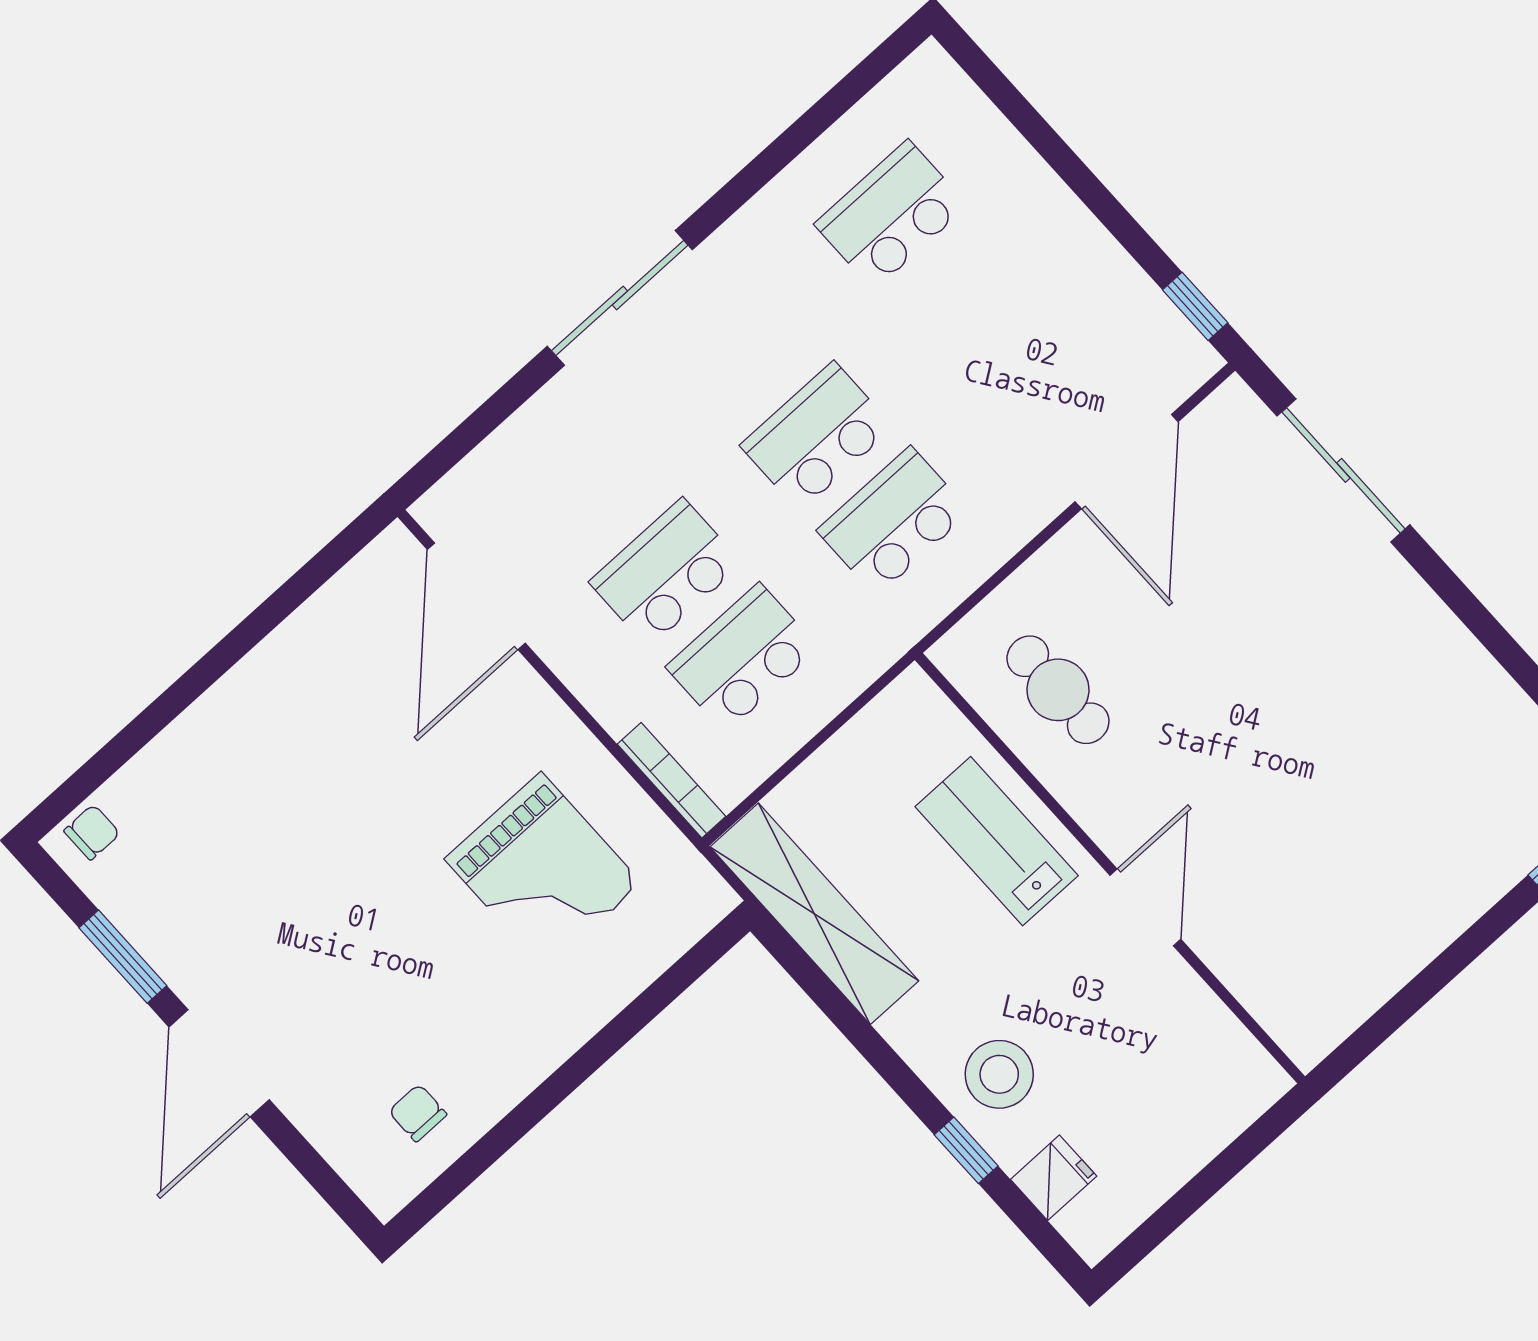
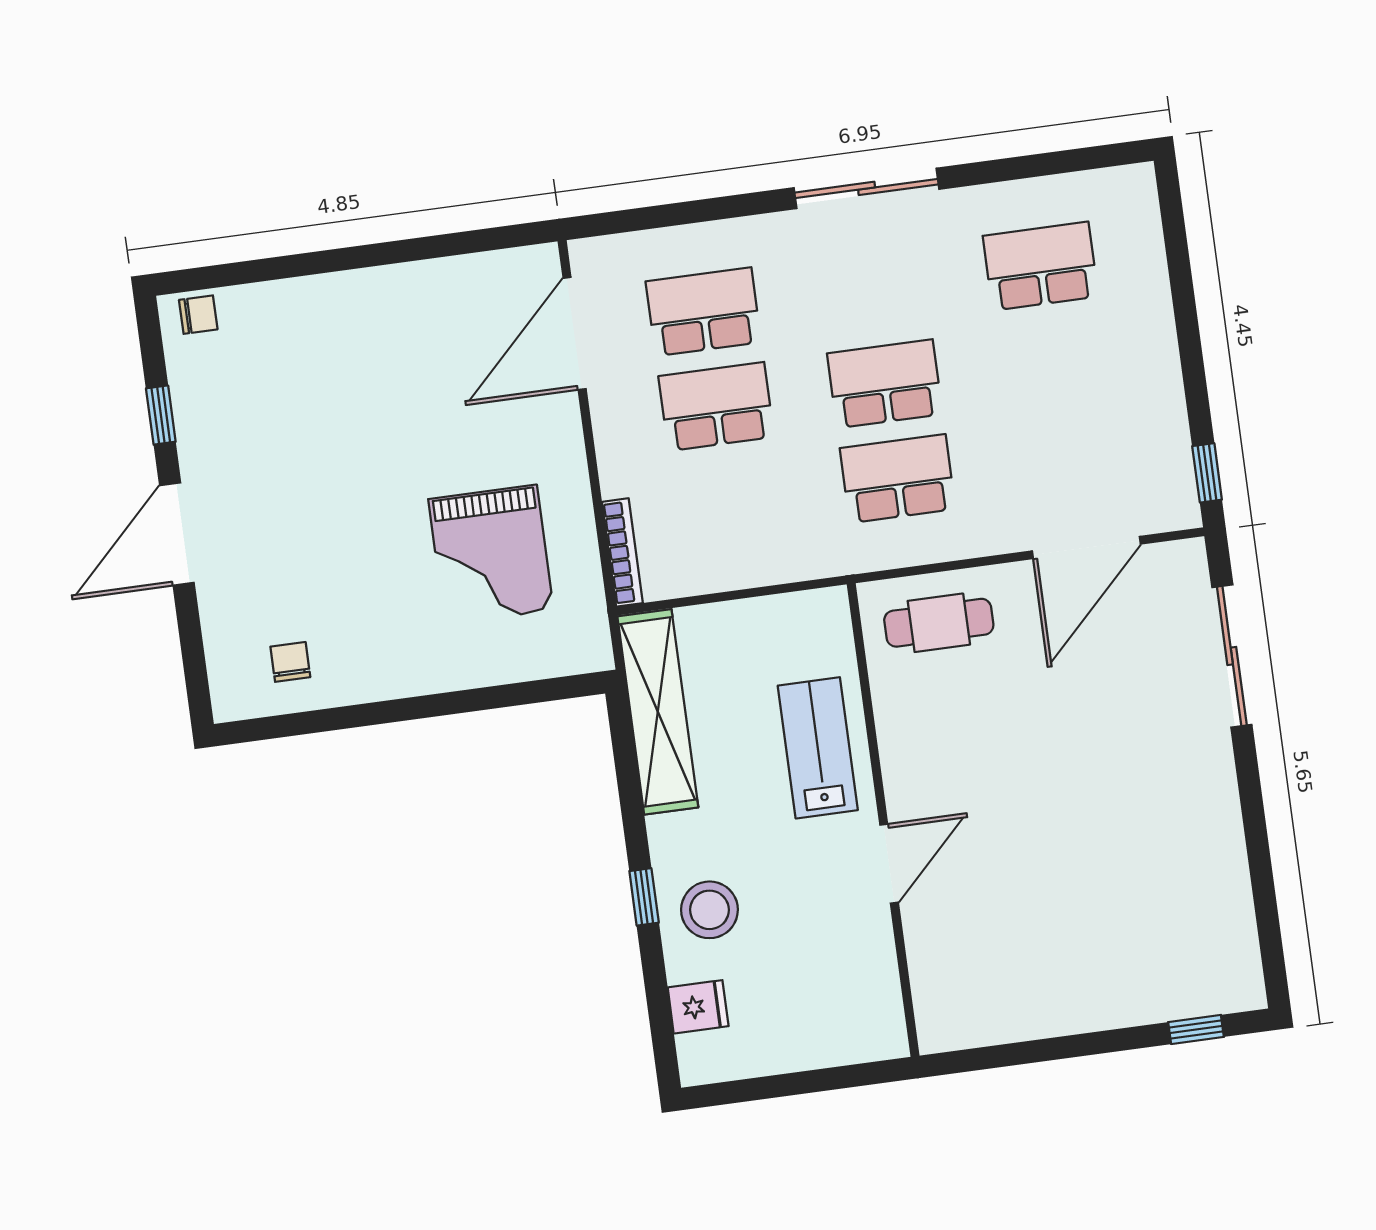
sliding door: (620, 298) -> (867, 188), moved
school desk: (742, 658) -> (703, 312), moved
cafe table: (1058, 690) -> (939, 623), moved, turned 90
window: (123, 957) -> (161, 415), width x0.67
window: (966, 1150) -> (644, 897), moved

